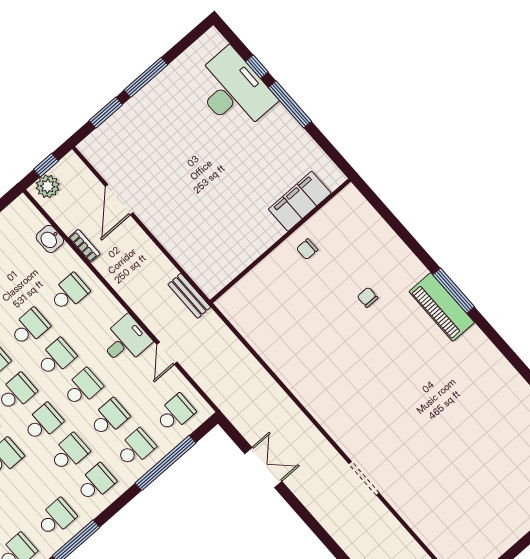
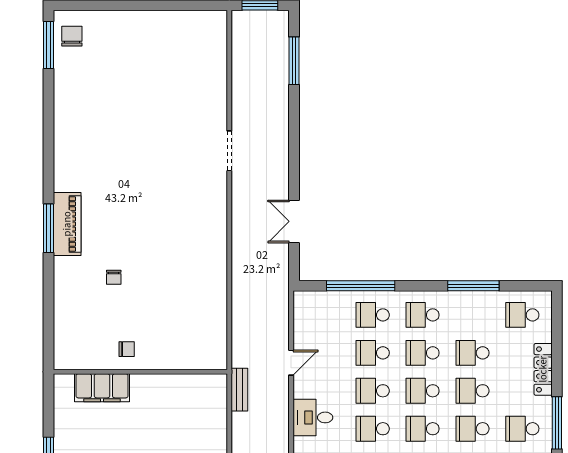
desk: (125, 341) -> (313, 417), moved
school desk: (175, 413) -> (323, 315), removed
school desk: (56, 518) -> (472, 353), moved

